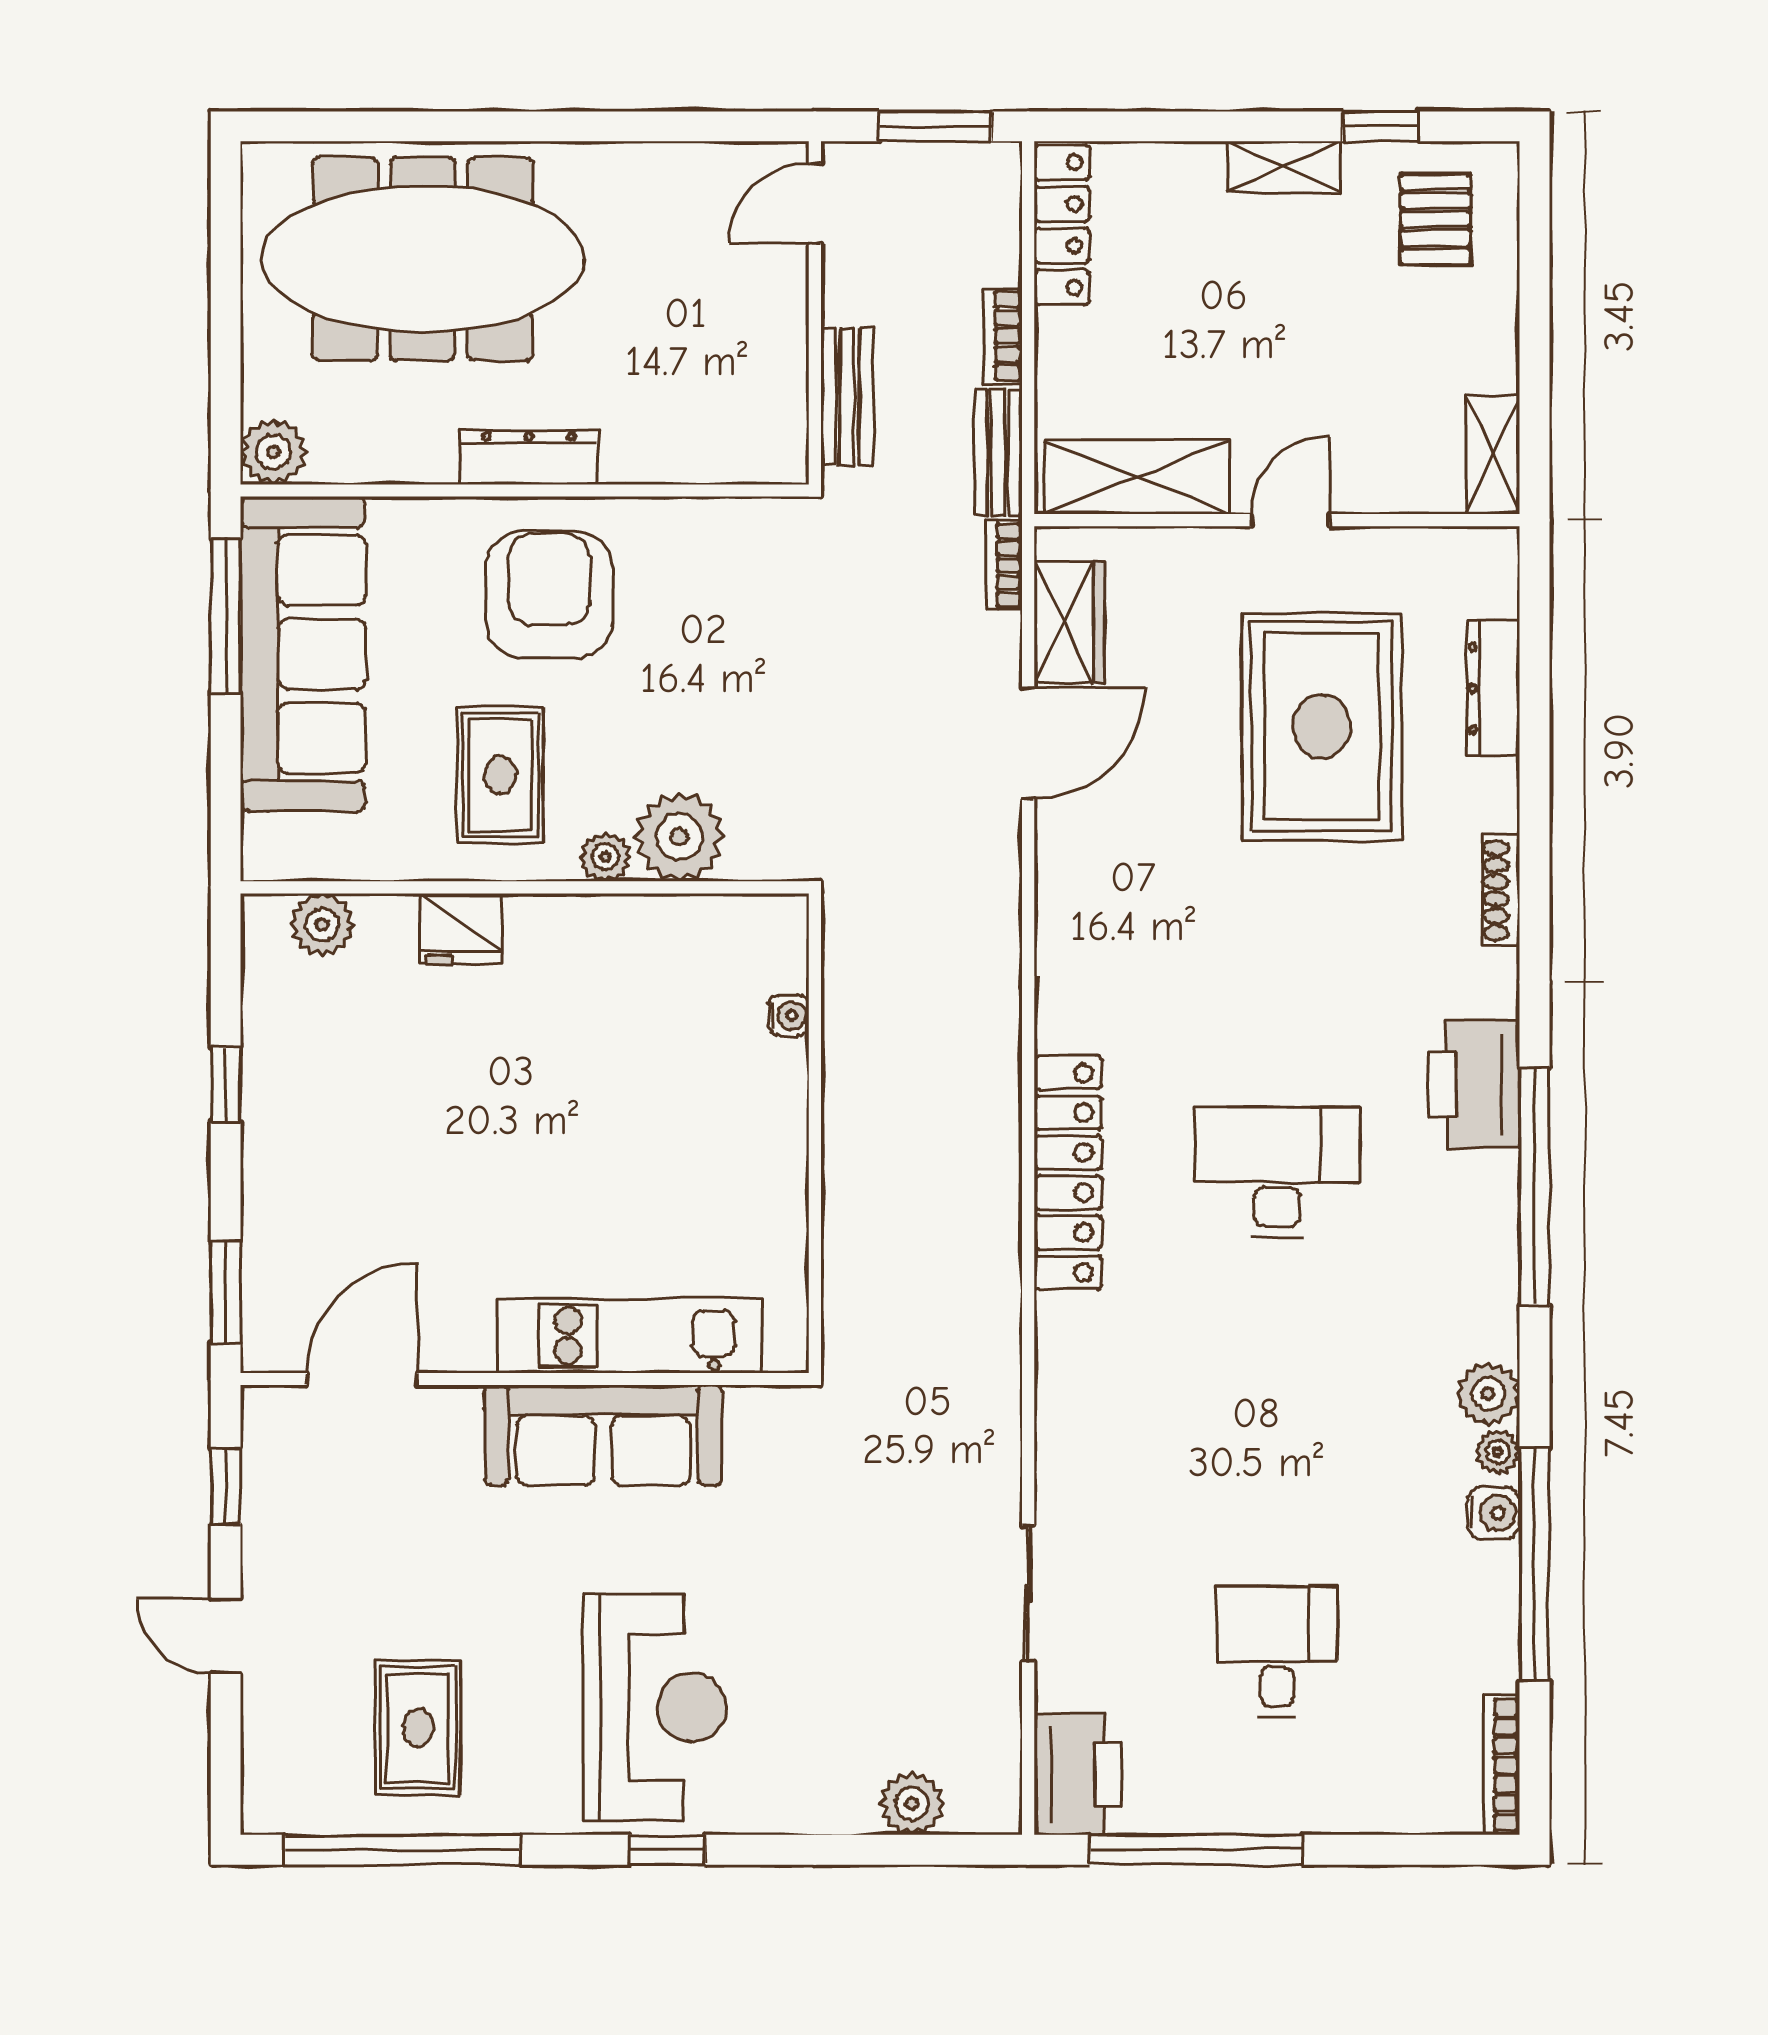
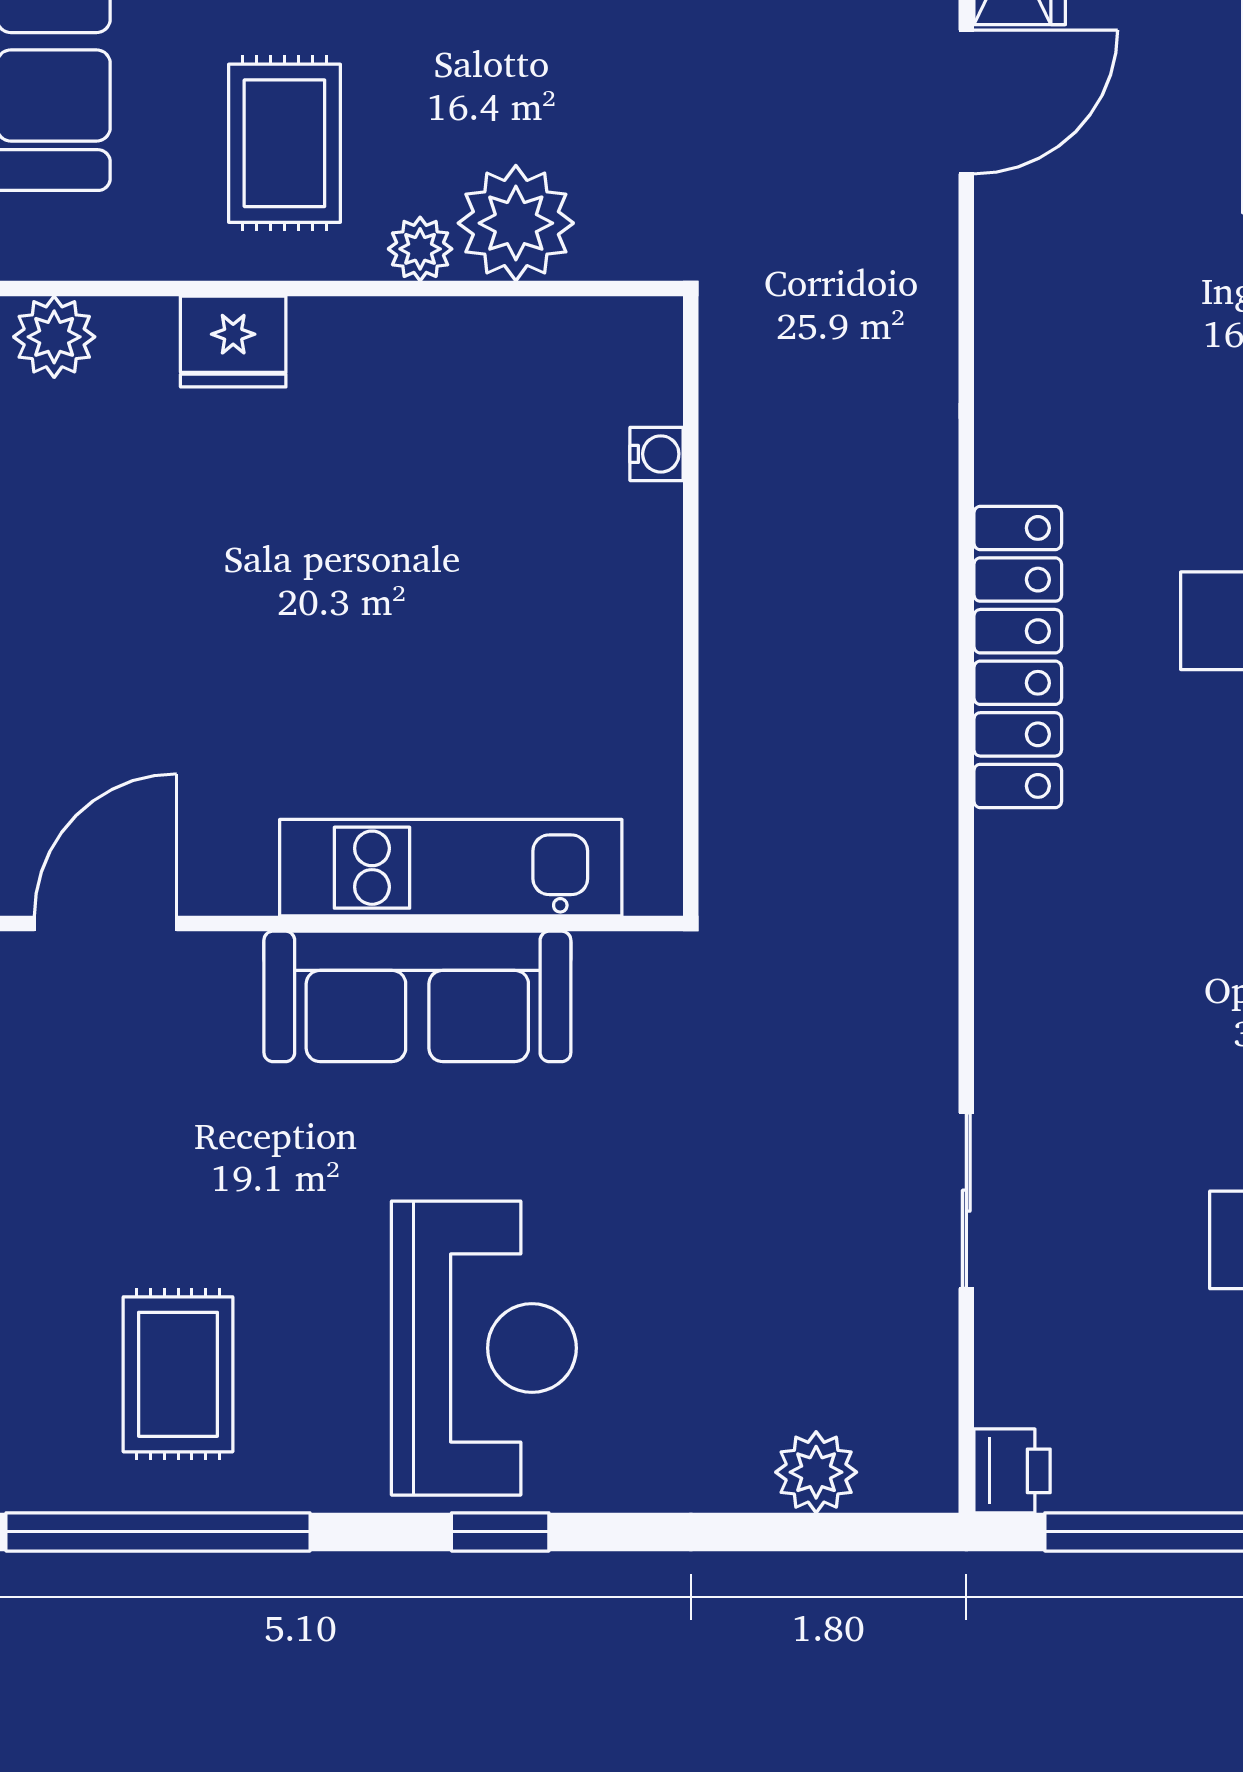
printer: (1078, 1774) -> (1012, 1471), width x0.53, depth x0.68

